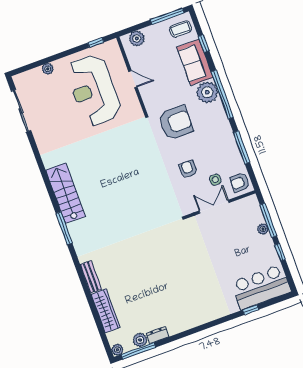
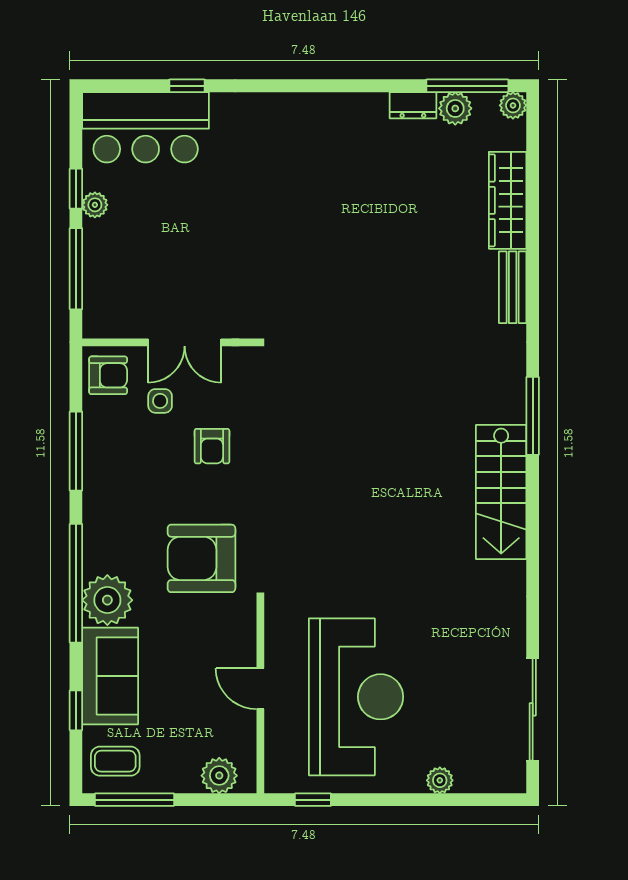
plant: (263, 229) -> (95, 205), moved

